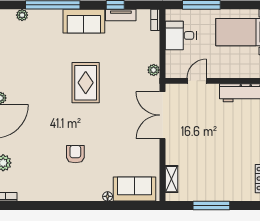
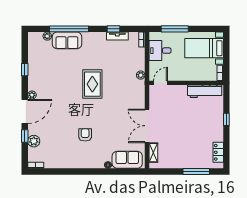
sofa: (84, 21) -> (67, 40), moved
door: (197, 81) -> (160, 83), moved
double door: (162, 115) -> (147, 126), moved
window: (211, 206) -> (196, 171), moved

